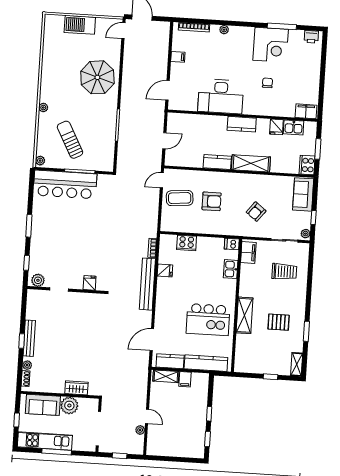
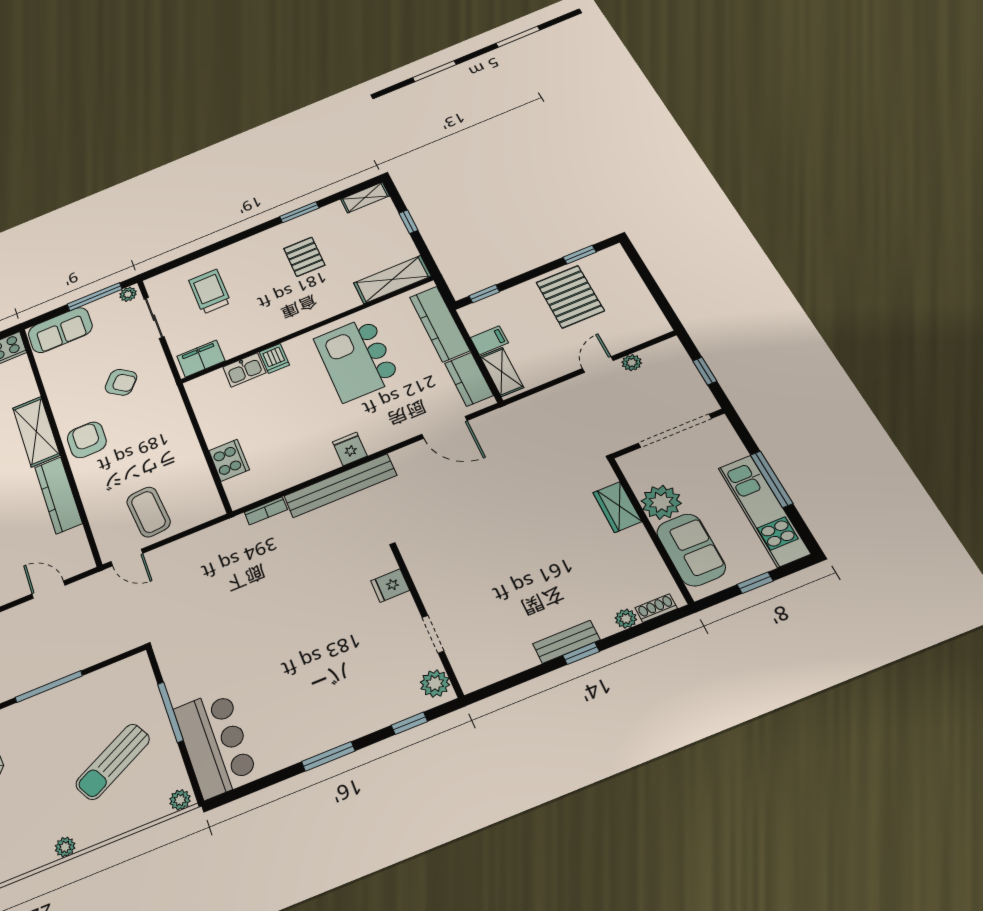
kitchen counter: (217, 162) -> (58, 495), width x1.50
bar counter: (65, 184) -> (215, 743), width x0.73
armchair: (212, 201) -> (87, 440), moved
window: (314, 217) -> (95, 297), width x2.17
dishwasher: (232, 244) -> (274, 358), moved
fridge: (165, 271) -> (350, 449), moved
shelving: (244, 315) -> (392, 280), moved
kitchen island: (208, 320) -> (356, 359), turned 180
bench: (29, 338) -> (566, 642), width x0.73
window: (209, 414) -> (484, 294), moved
pallet: (188, 424) -> (570, 297), added

